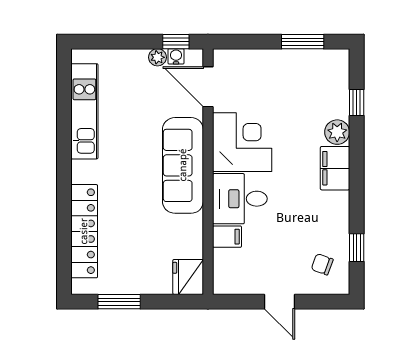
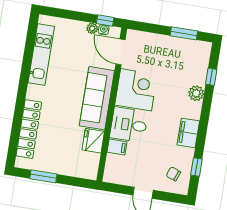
filing cabinet: (335, 168) -> (188, 133), moved
fridge: (188, 277) -> (93, 141), moved

